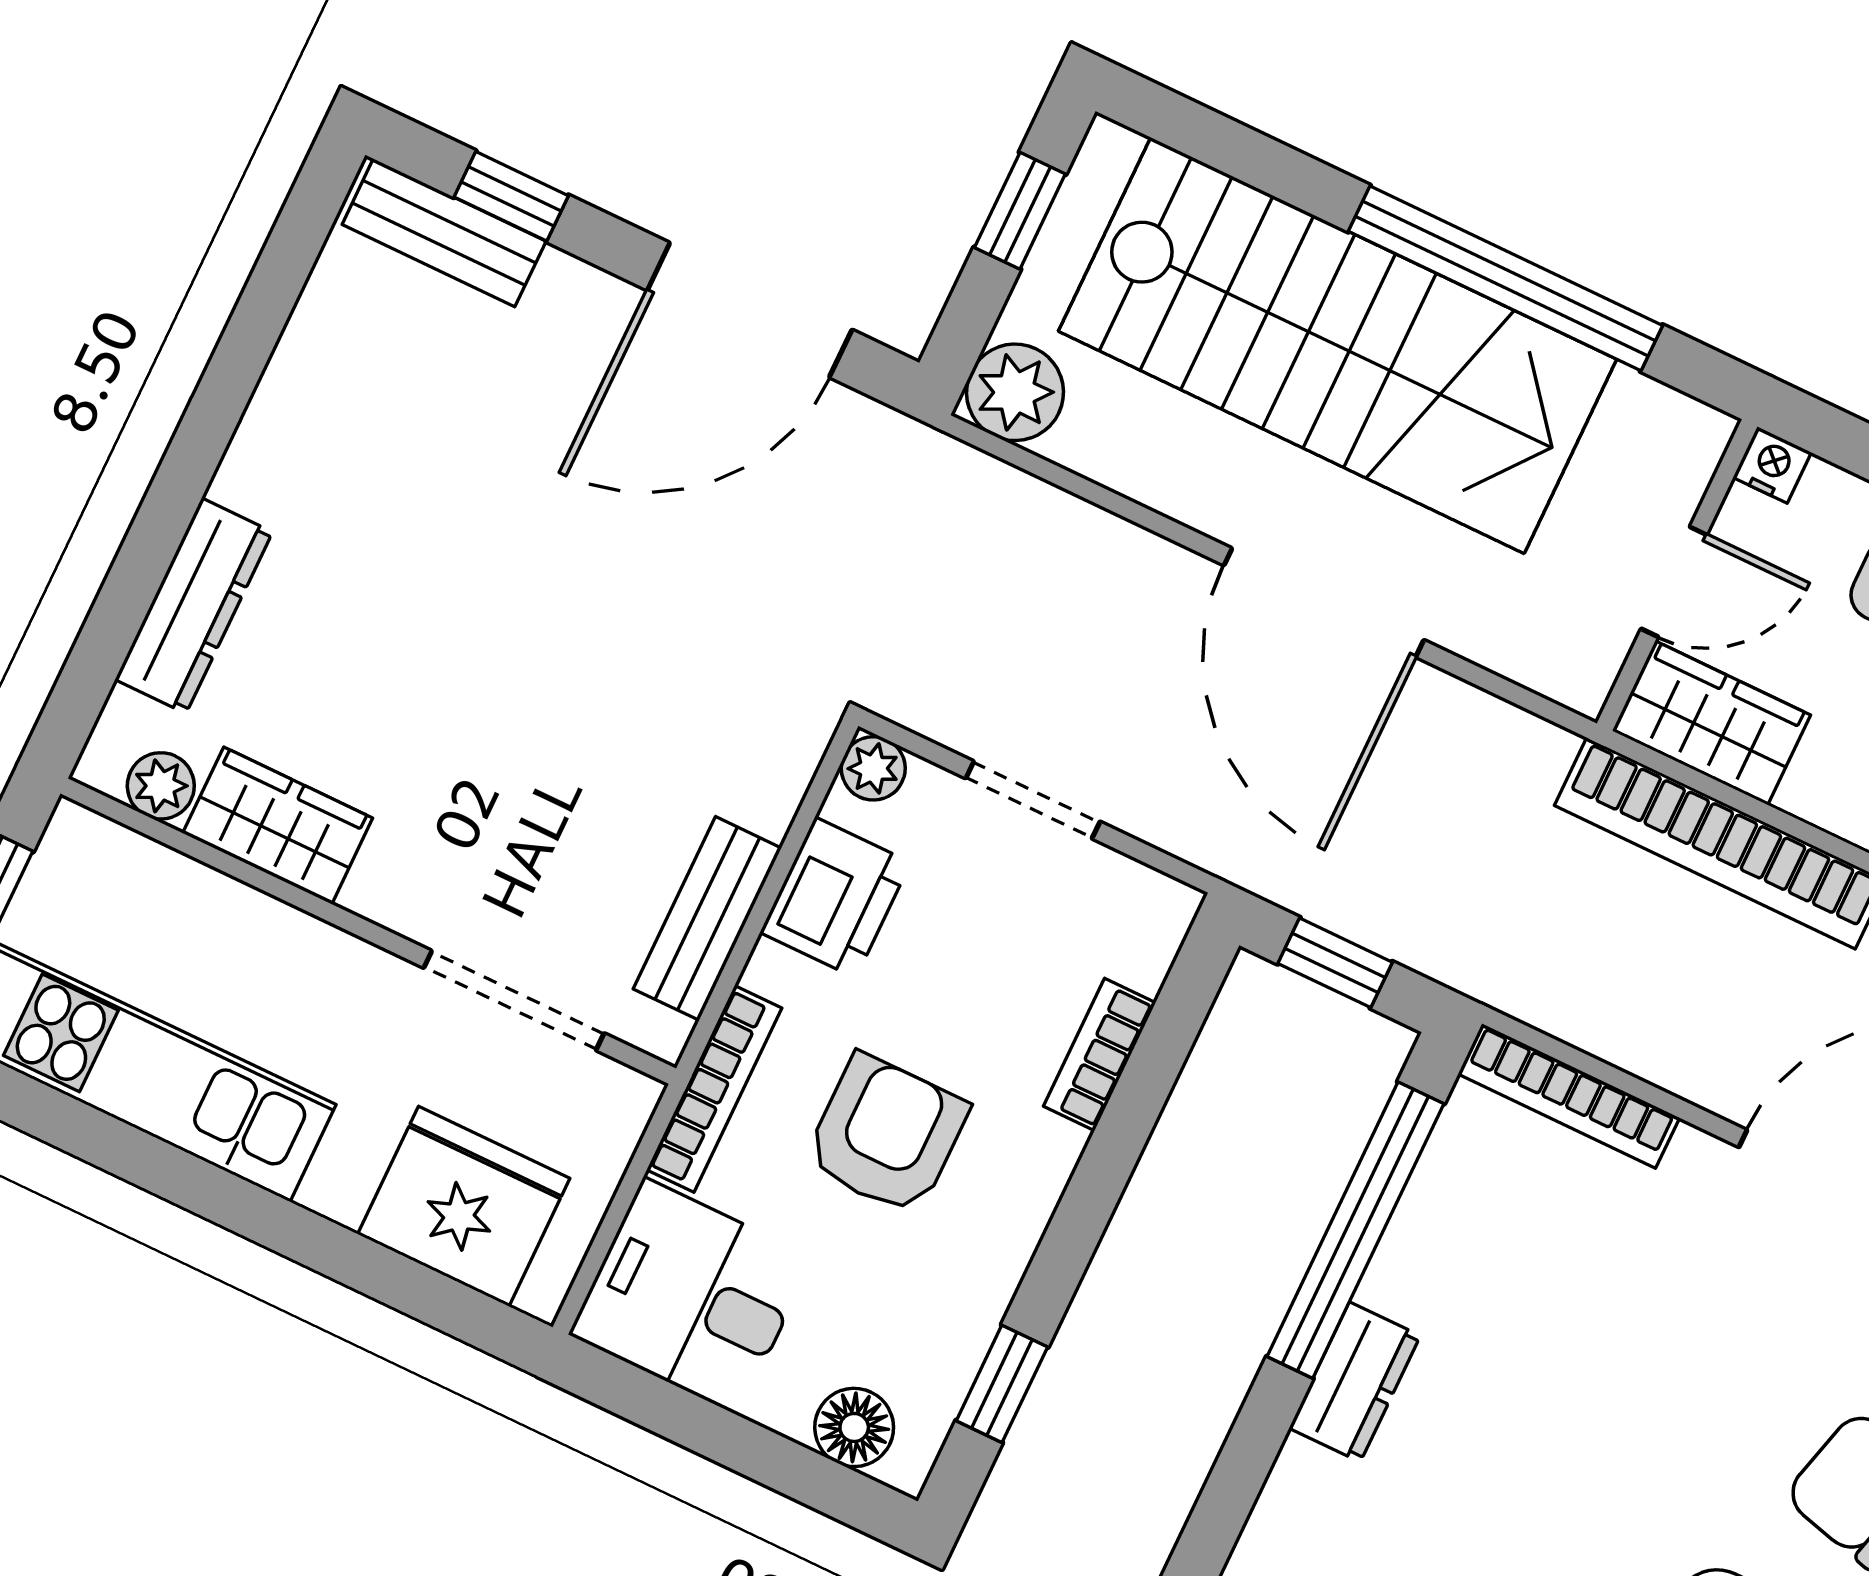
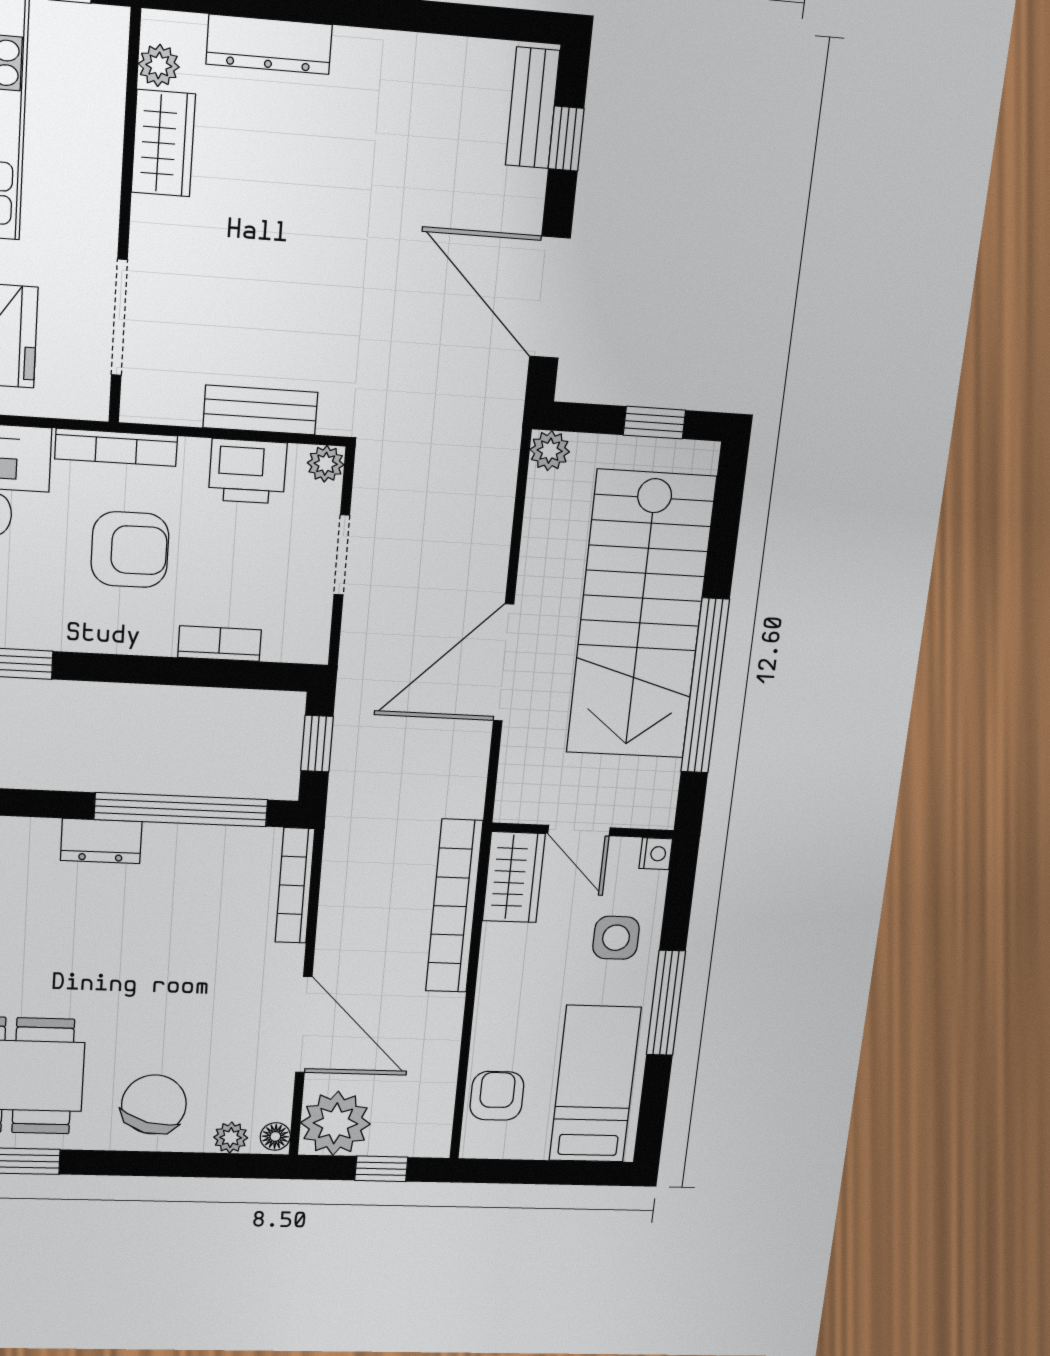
plant: (1015, 392) -> (550, 451), width x0.73, depth x0.73
bench: (707, 918) -> (260, 410), moved

